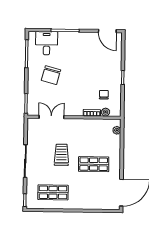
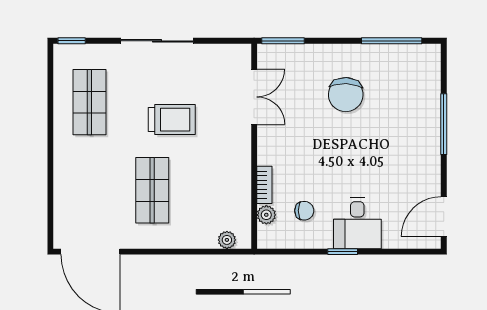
desk: (47, 43) -> (357, 223), moved, turned 90
chair: (51, 75) -> (346, 95), turned -103

